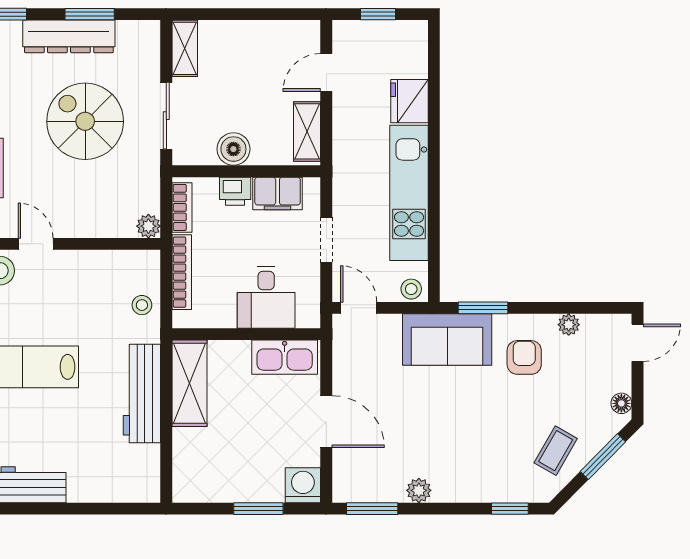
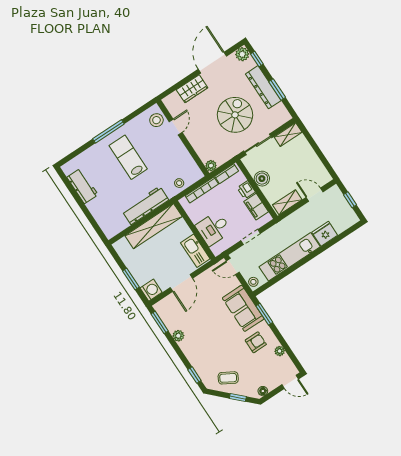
door: (359, 308) -> (233, 267), swing flipped
shelving: (189, 383) -> (154, 226), width x1.47
window: (603, 457) -> (238, 397), width x0.67

